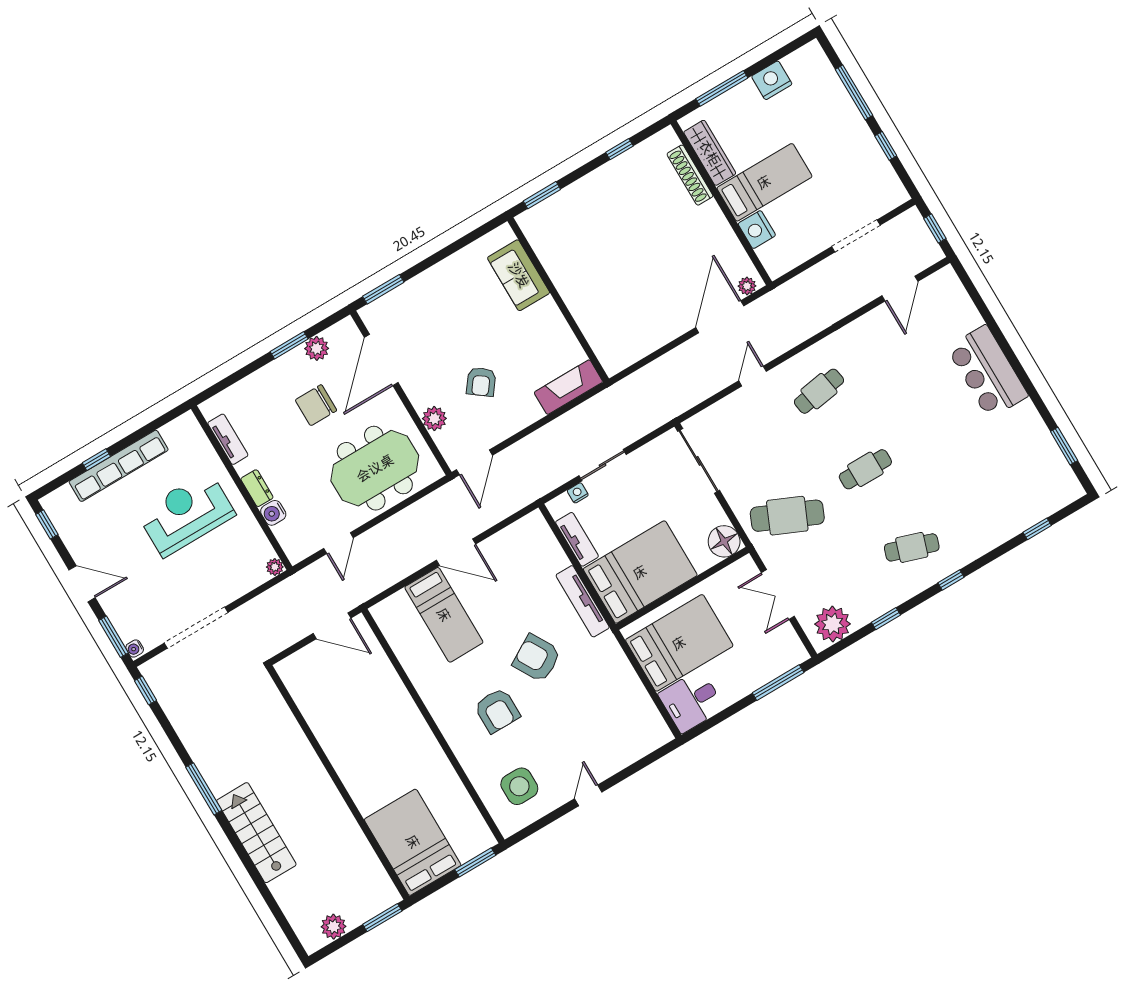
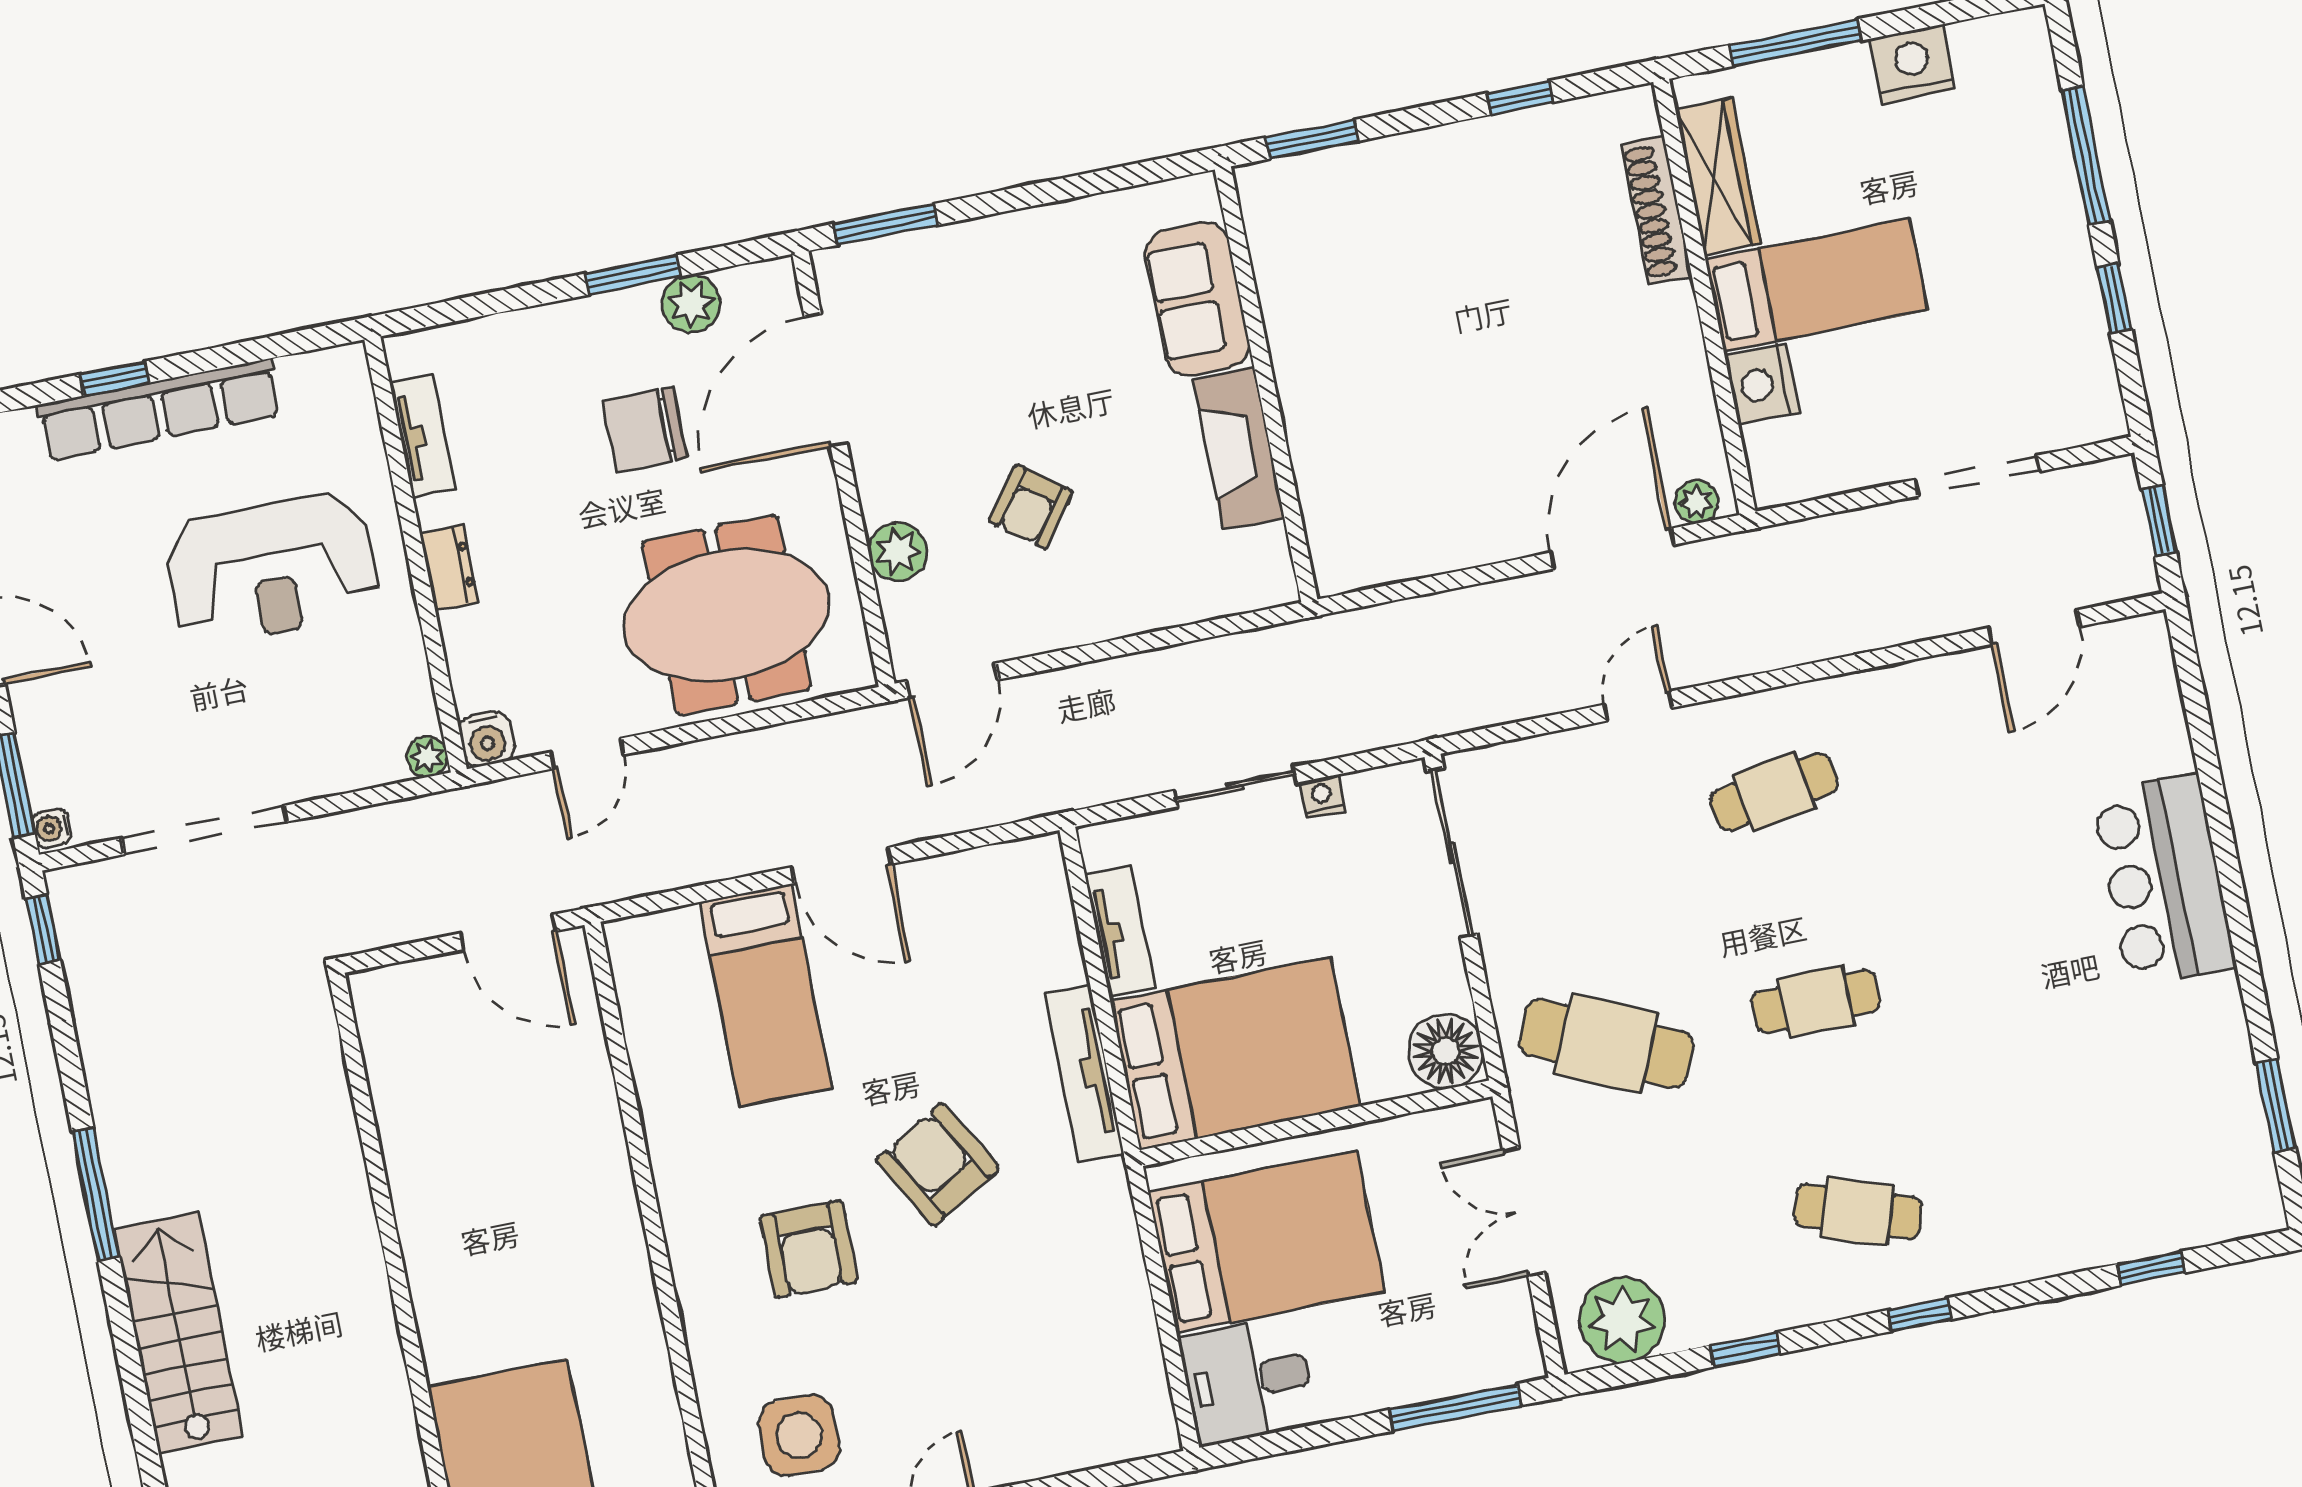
fireplace: (568, 387) -> (1239, 449), moved, turned -90
nightstand: (578, 493) -> (1322, 796), moved
water cooler: (273, 513) -> (487, 739), moved, turned -90
reception desk: (186, 514) -> (272, 569), turned 180

